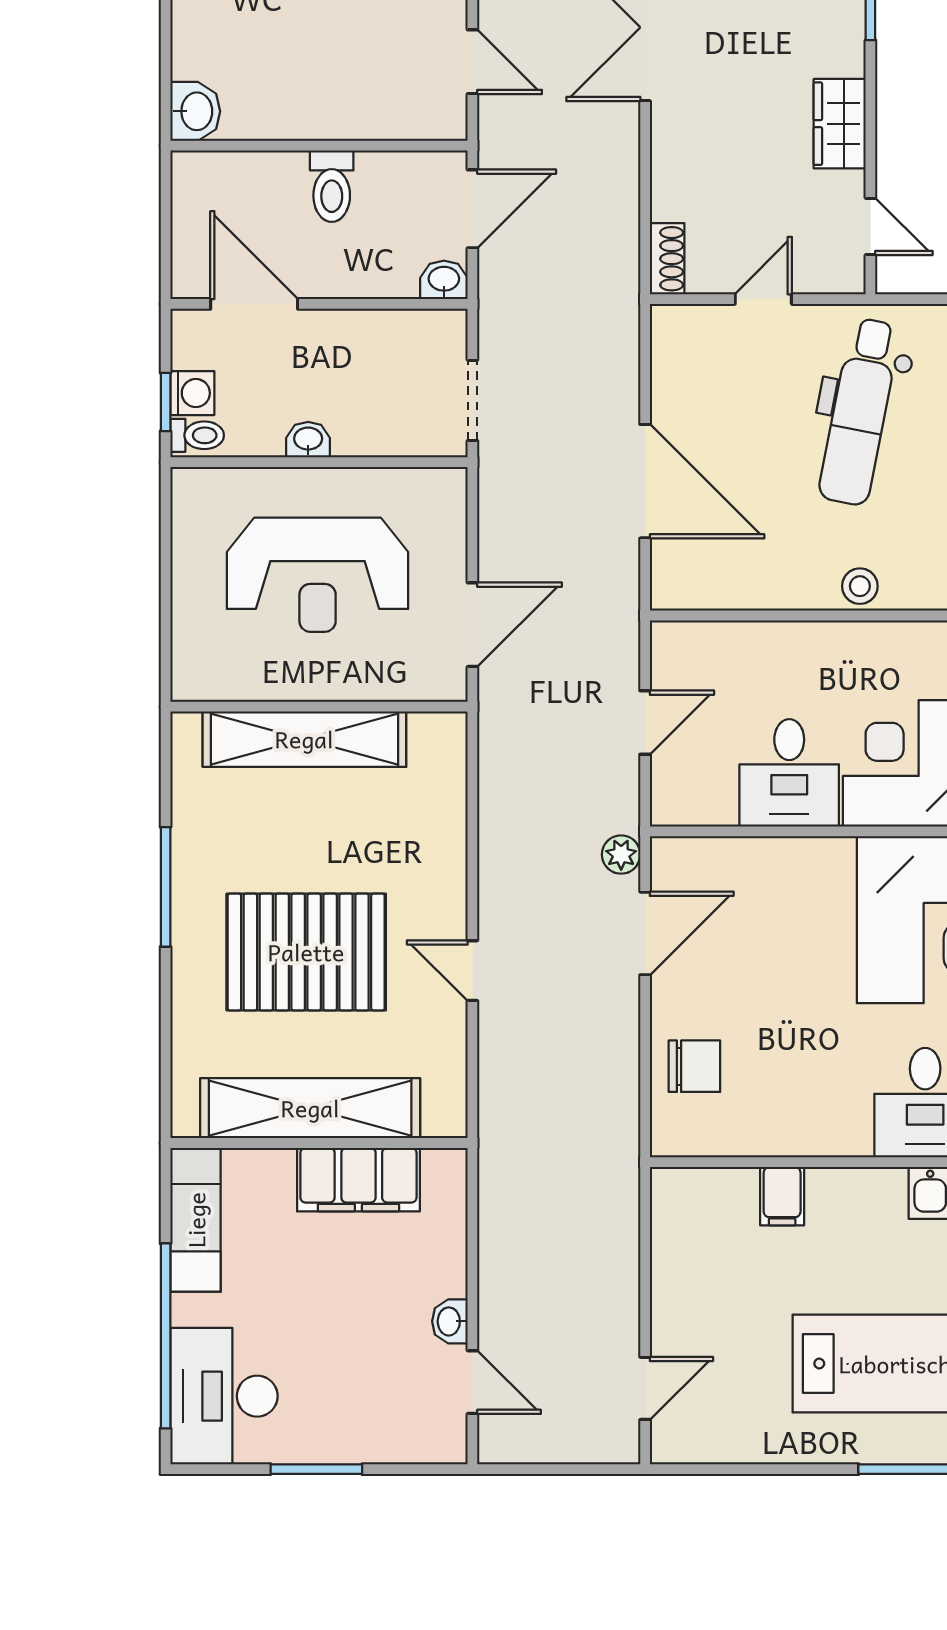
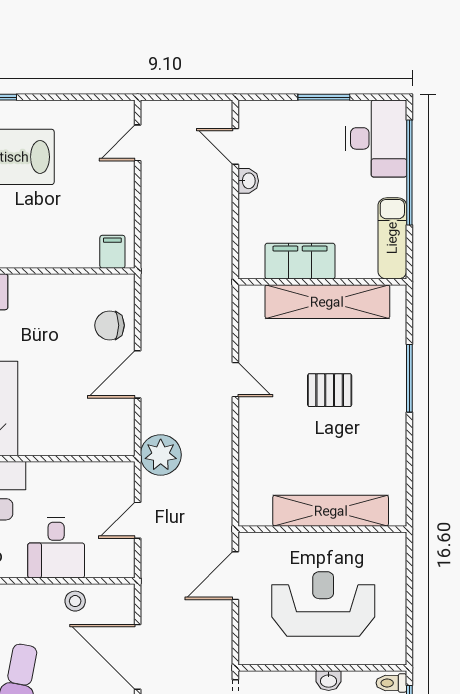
stool: (860, 586) -> (75, 601), moved
desk: (789, 773) -> (56, 548), moved, turned 180
plant: (621, 855) -> (161, 455), width x1.87, depth x1.87
window: (166, 887) -> (409, 378), moved
door: (645, 933) -> (138, 374), moved
pallet: (306, 952) -> (330, 390), width x0.49, depth x0.50
filing cabinet: (782, 1196) -> (112, 252), moved

